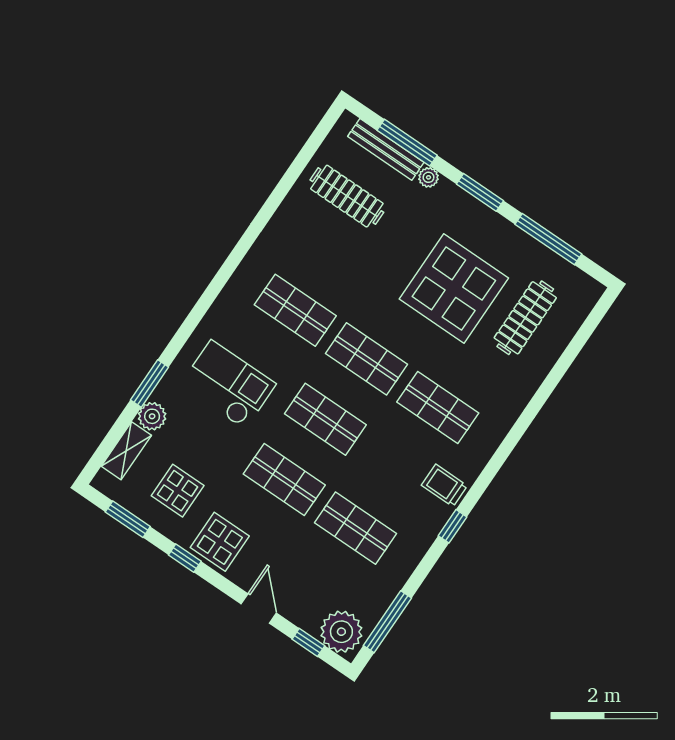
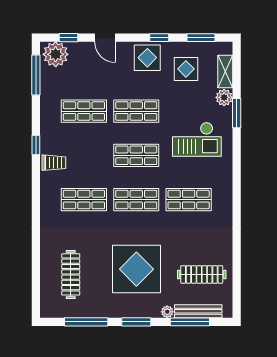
display table: (454, 289) -> (136, 269), moved

